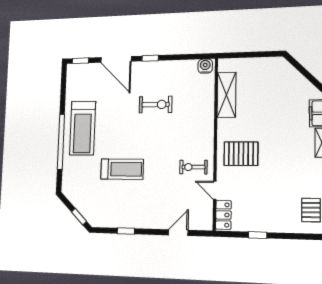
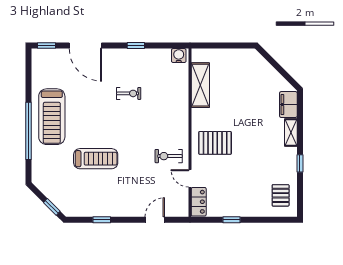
window: (150, 58) -> (136, 46), moved
exercise bike: (156, 105) -> (129, 93), width x0.73, depth x0.72

